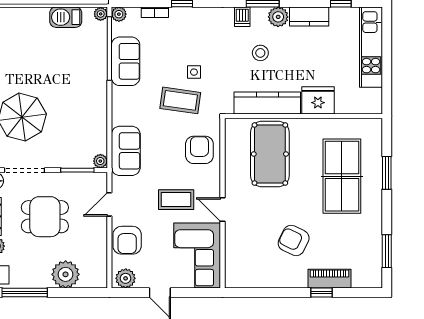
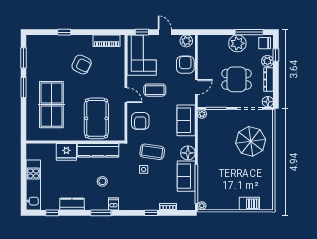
plant: (119, 14) -> (190, 206), removed
barbecue: (66, 17) -> (249, 204), moved
plant: (278, 17) -> (91, 204), removed
floor lamp: (123, 99) -> (188, 153), added
window: (387, 173) -> (24, 88), moved
door: (223, 210) -> (126, 95), moved
plant: (66, 274) -> (237, 43), moved
piano: (329, 279) -> (106, 41), moved
window: (197, 293) -> (142, 32), added

